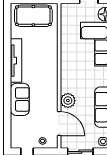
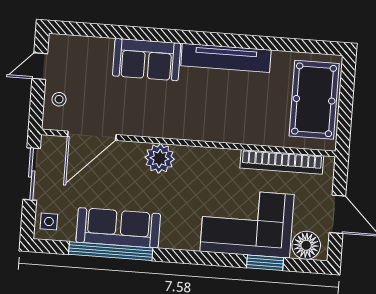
bookcase: (65, 29) -> (282, 162), added
plant: (68, 101) -> (160, 158), moved

